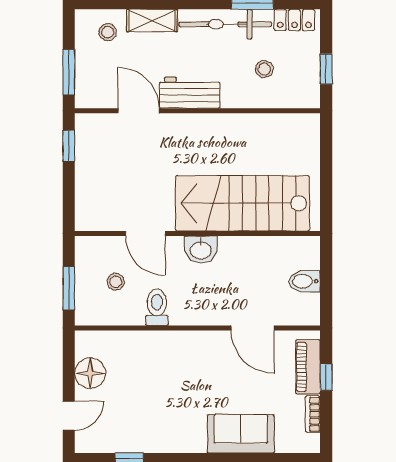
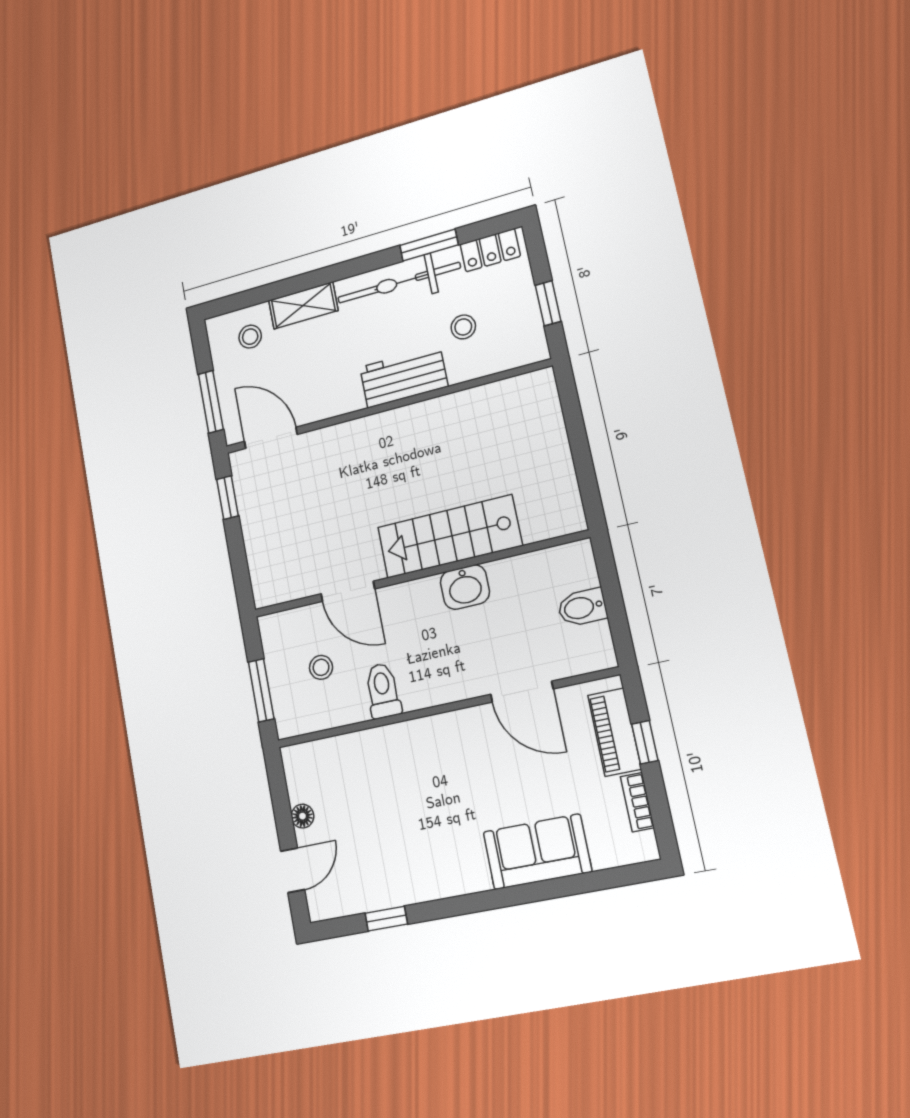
workbench: (190, 93) -> (404, 377), moved
door: (139, 111) -> (271, 438), moved
stairs: (243, 203) -> (449, 537), width x0.73, depth x0.66
washbasin: (201, 250) -> (465, 587), moved
floor lamp: (90, 373) -> (302, 816), width x0.53, depth x0.53

